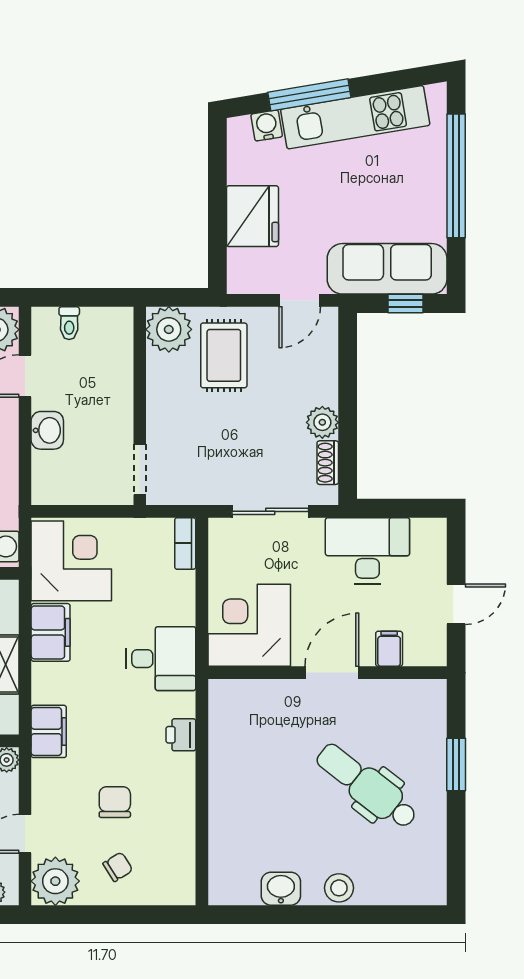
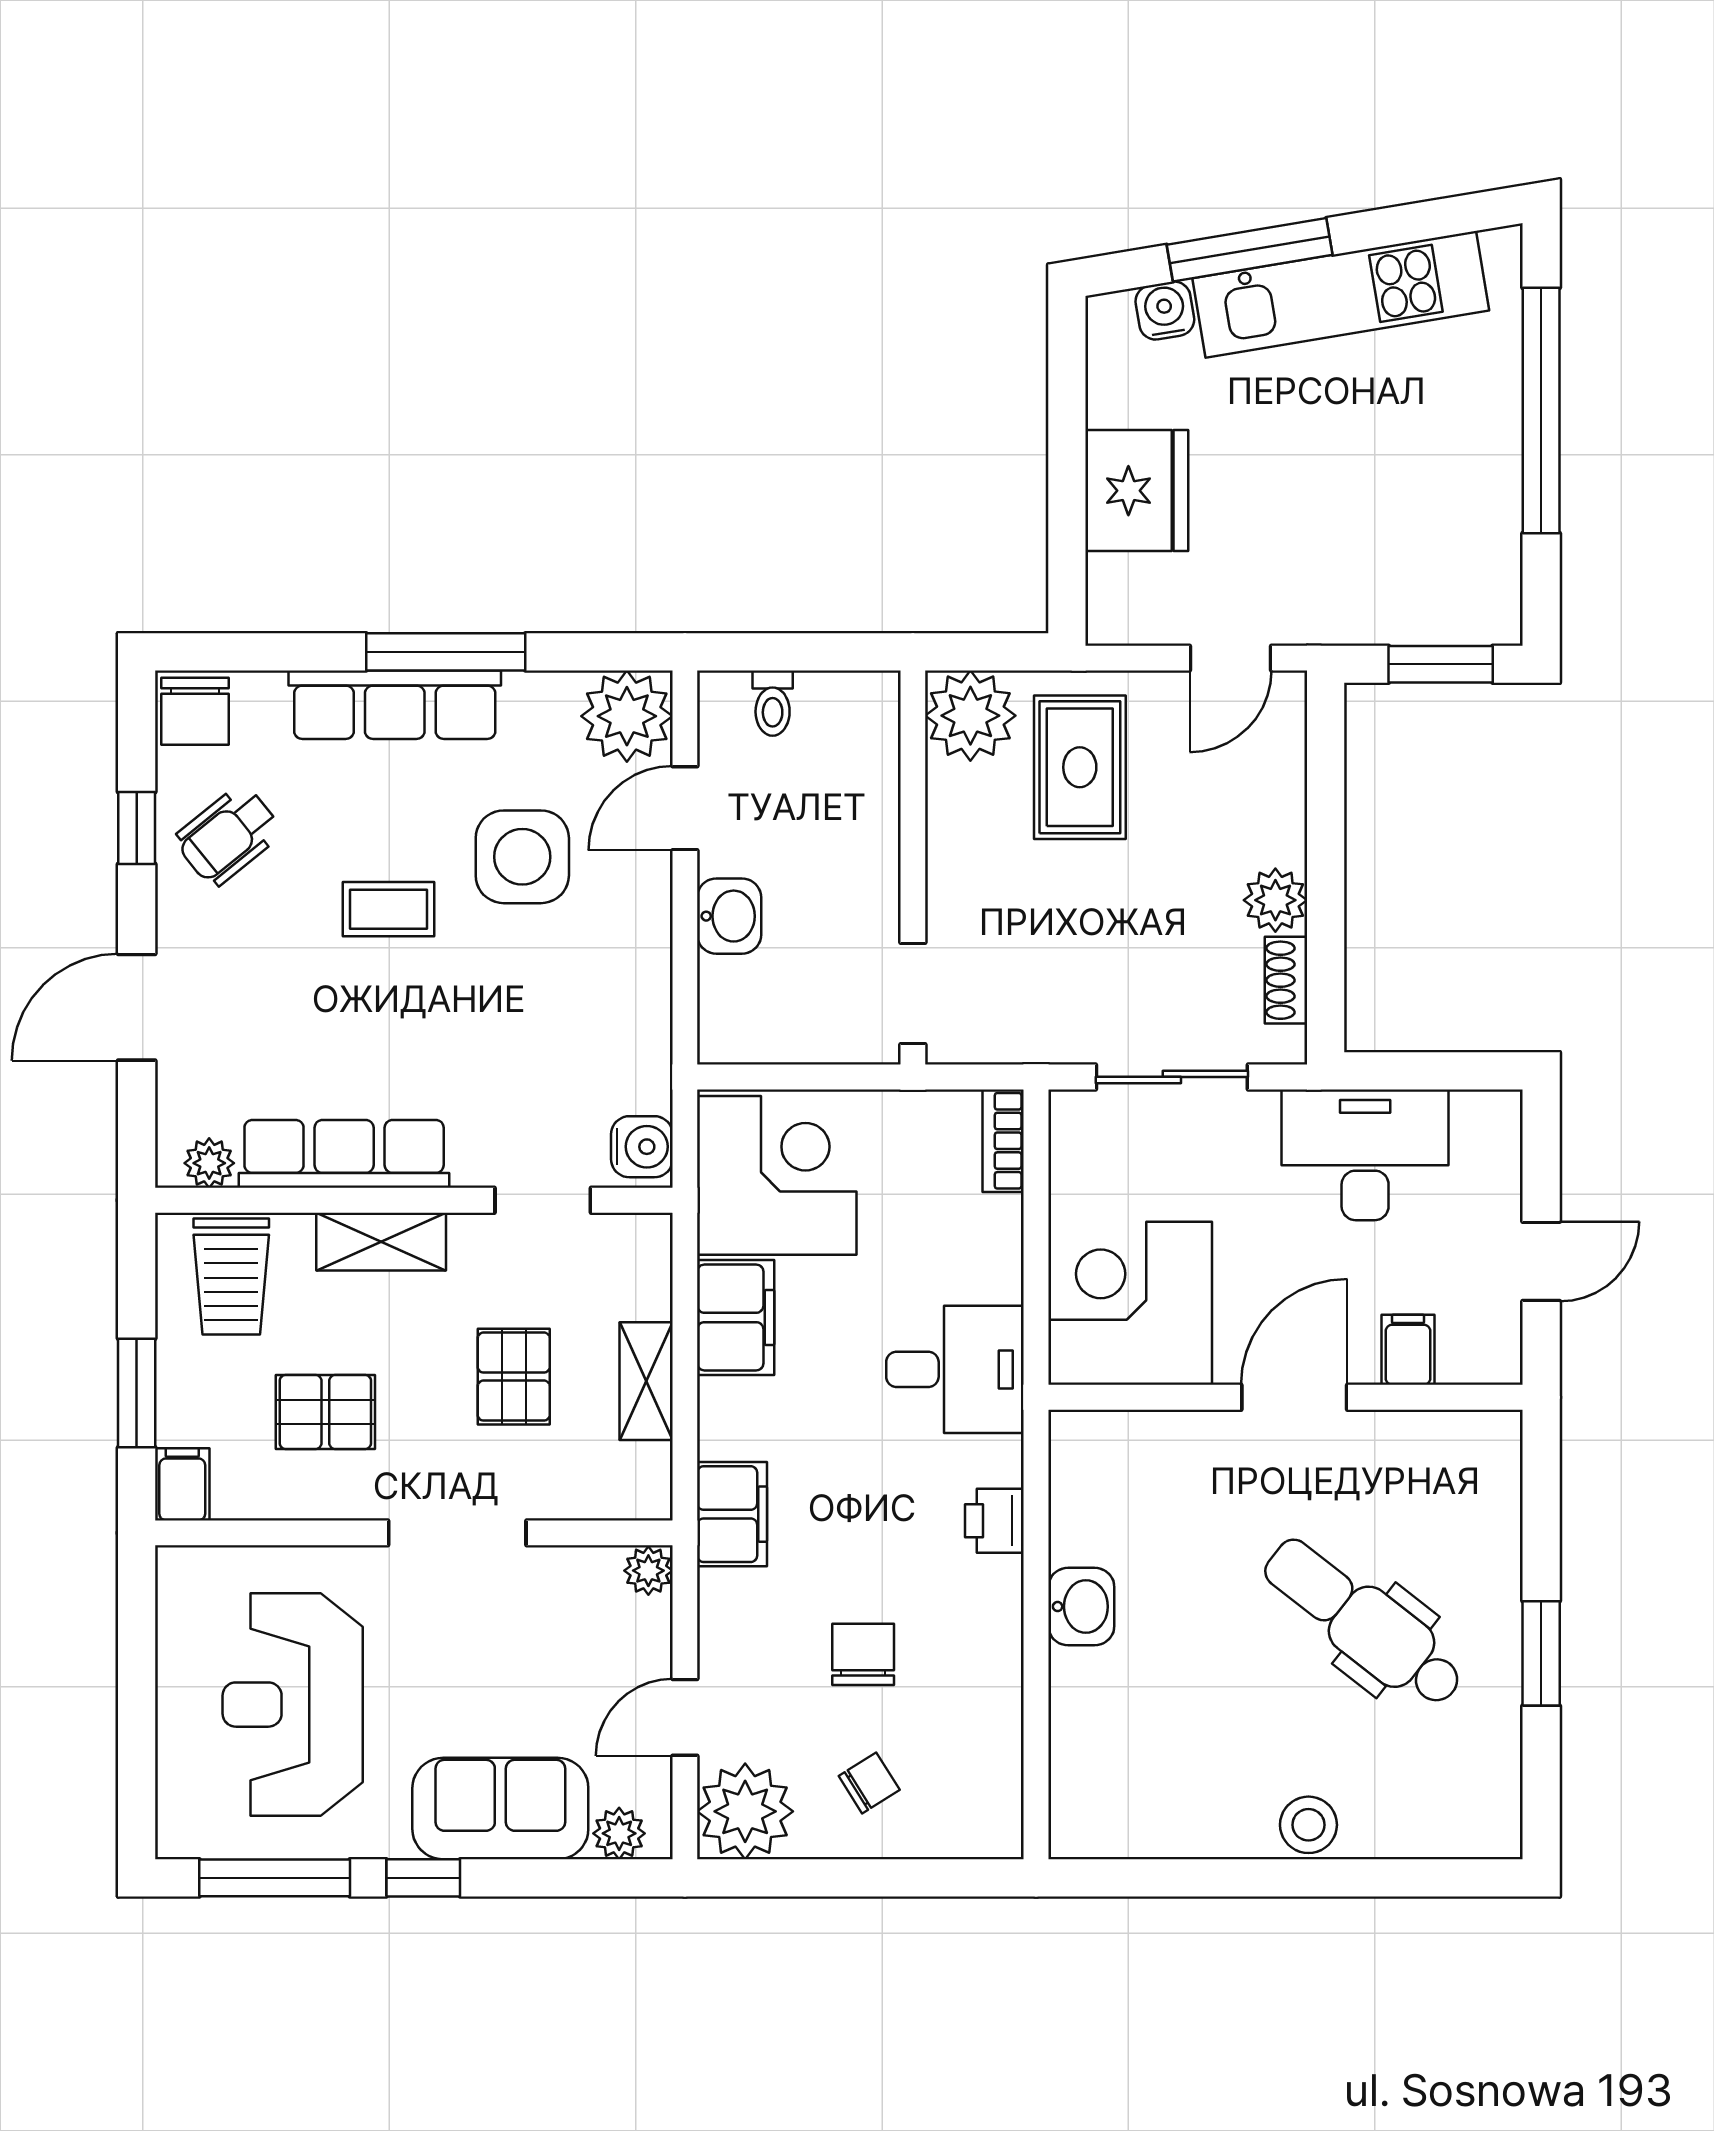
sofa: (387, 269) -> (1404, 595), removed
window: (405, 304) -> (1441, 664), width x1.50
window: (456, 764) -> (1541, 1653), moved
washbasin: (281, 889) -> (1081, 1607), moved, turned 90

